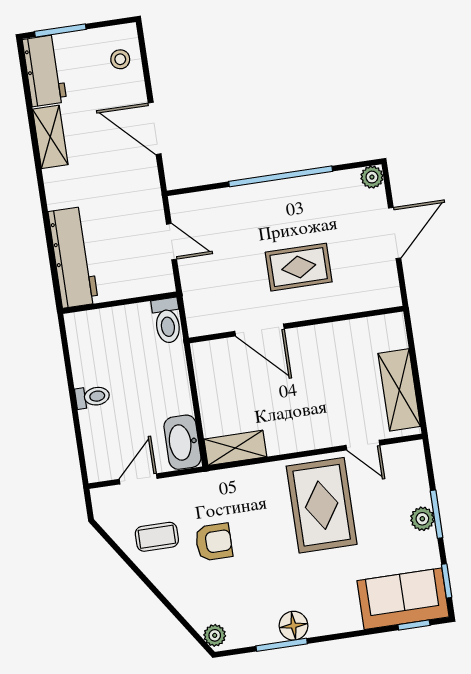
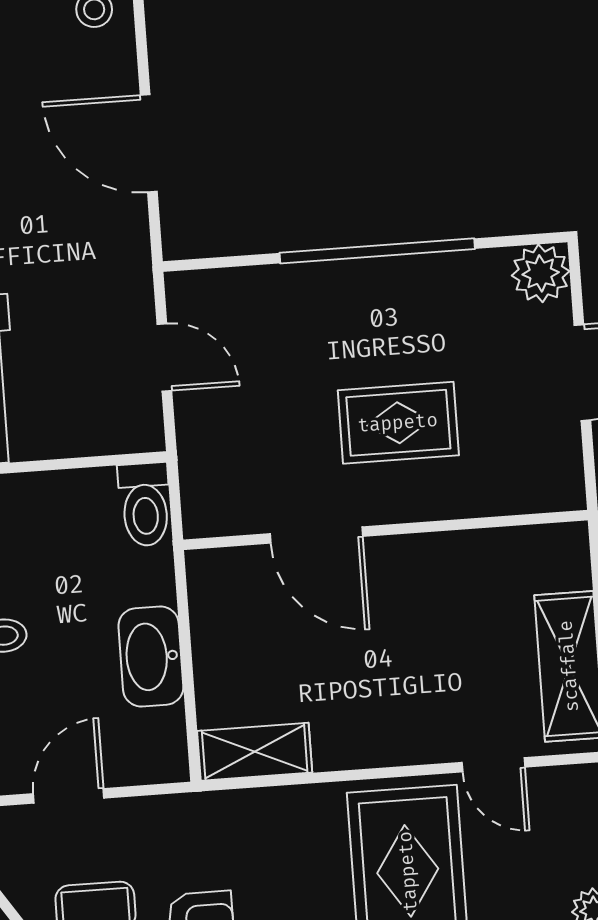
plant: (372, 177) -> (541, 273), width x1.38, depth x1.38
washbasin: (182, 442) -> (151, 657), moved

